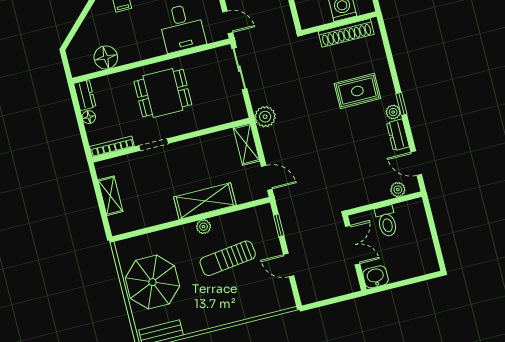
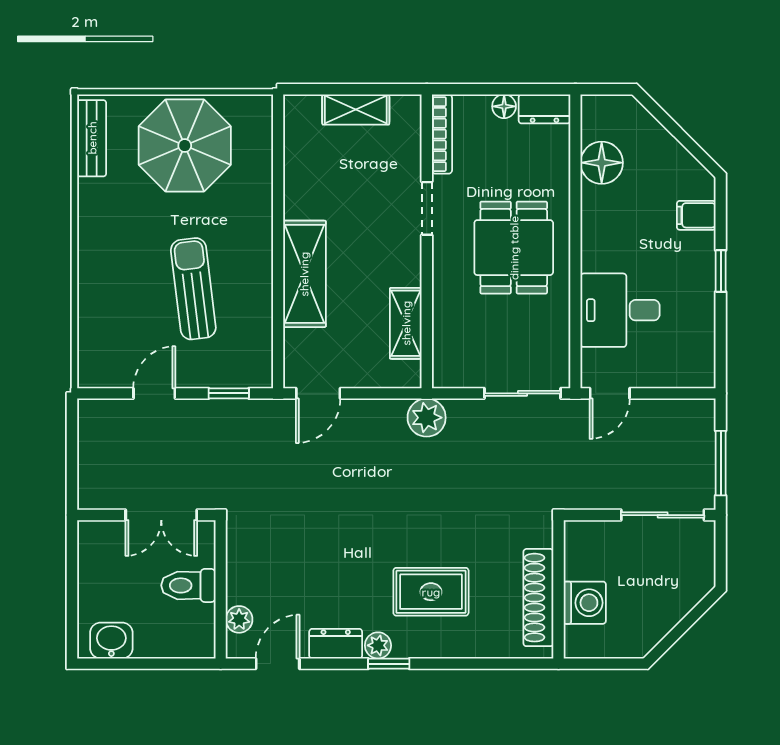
rug: (357, 91) -> (431, 592), turned 90
shelving: (246, 144) -> (406, 323), moved, turned 90
plant: (204, 227) -> (260, 260), removed
washbasin: (376, 277) -> (111, 641), moved, turned -90

